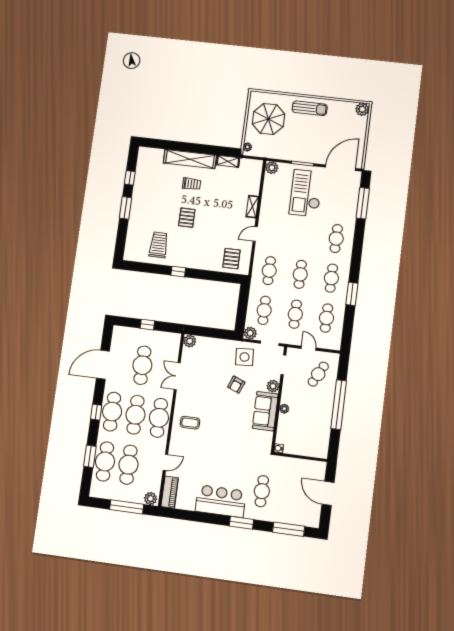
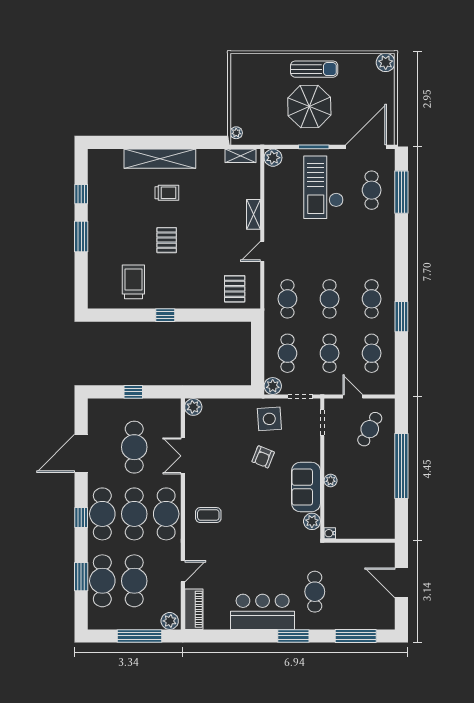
parasol: (269, 119) -> (309, 106), moved
shelving: (228, 161) -> (240, 156), moved
cafe table: (336, 239) -> (372, 190), moved
plant: (273, 386) -> (312, 521), moved

